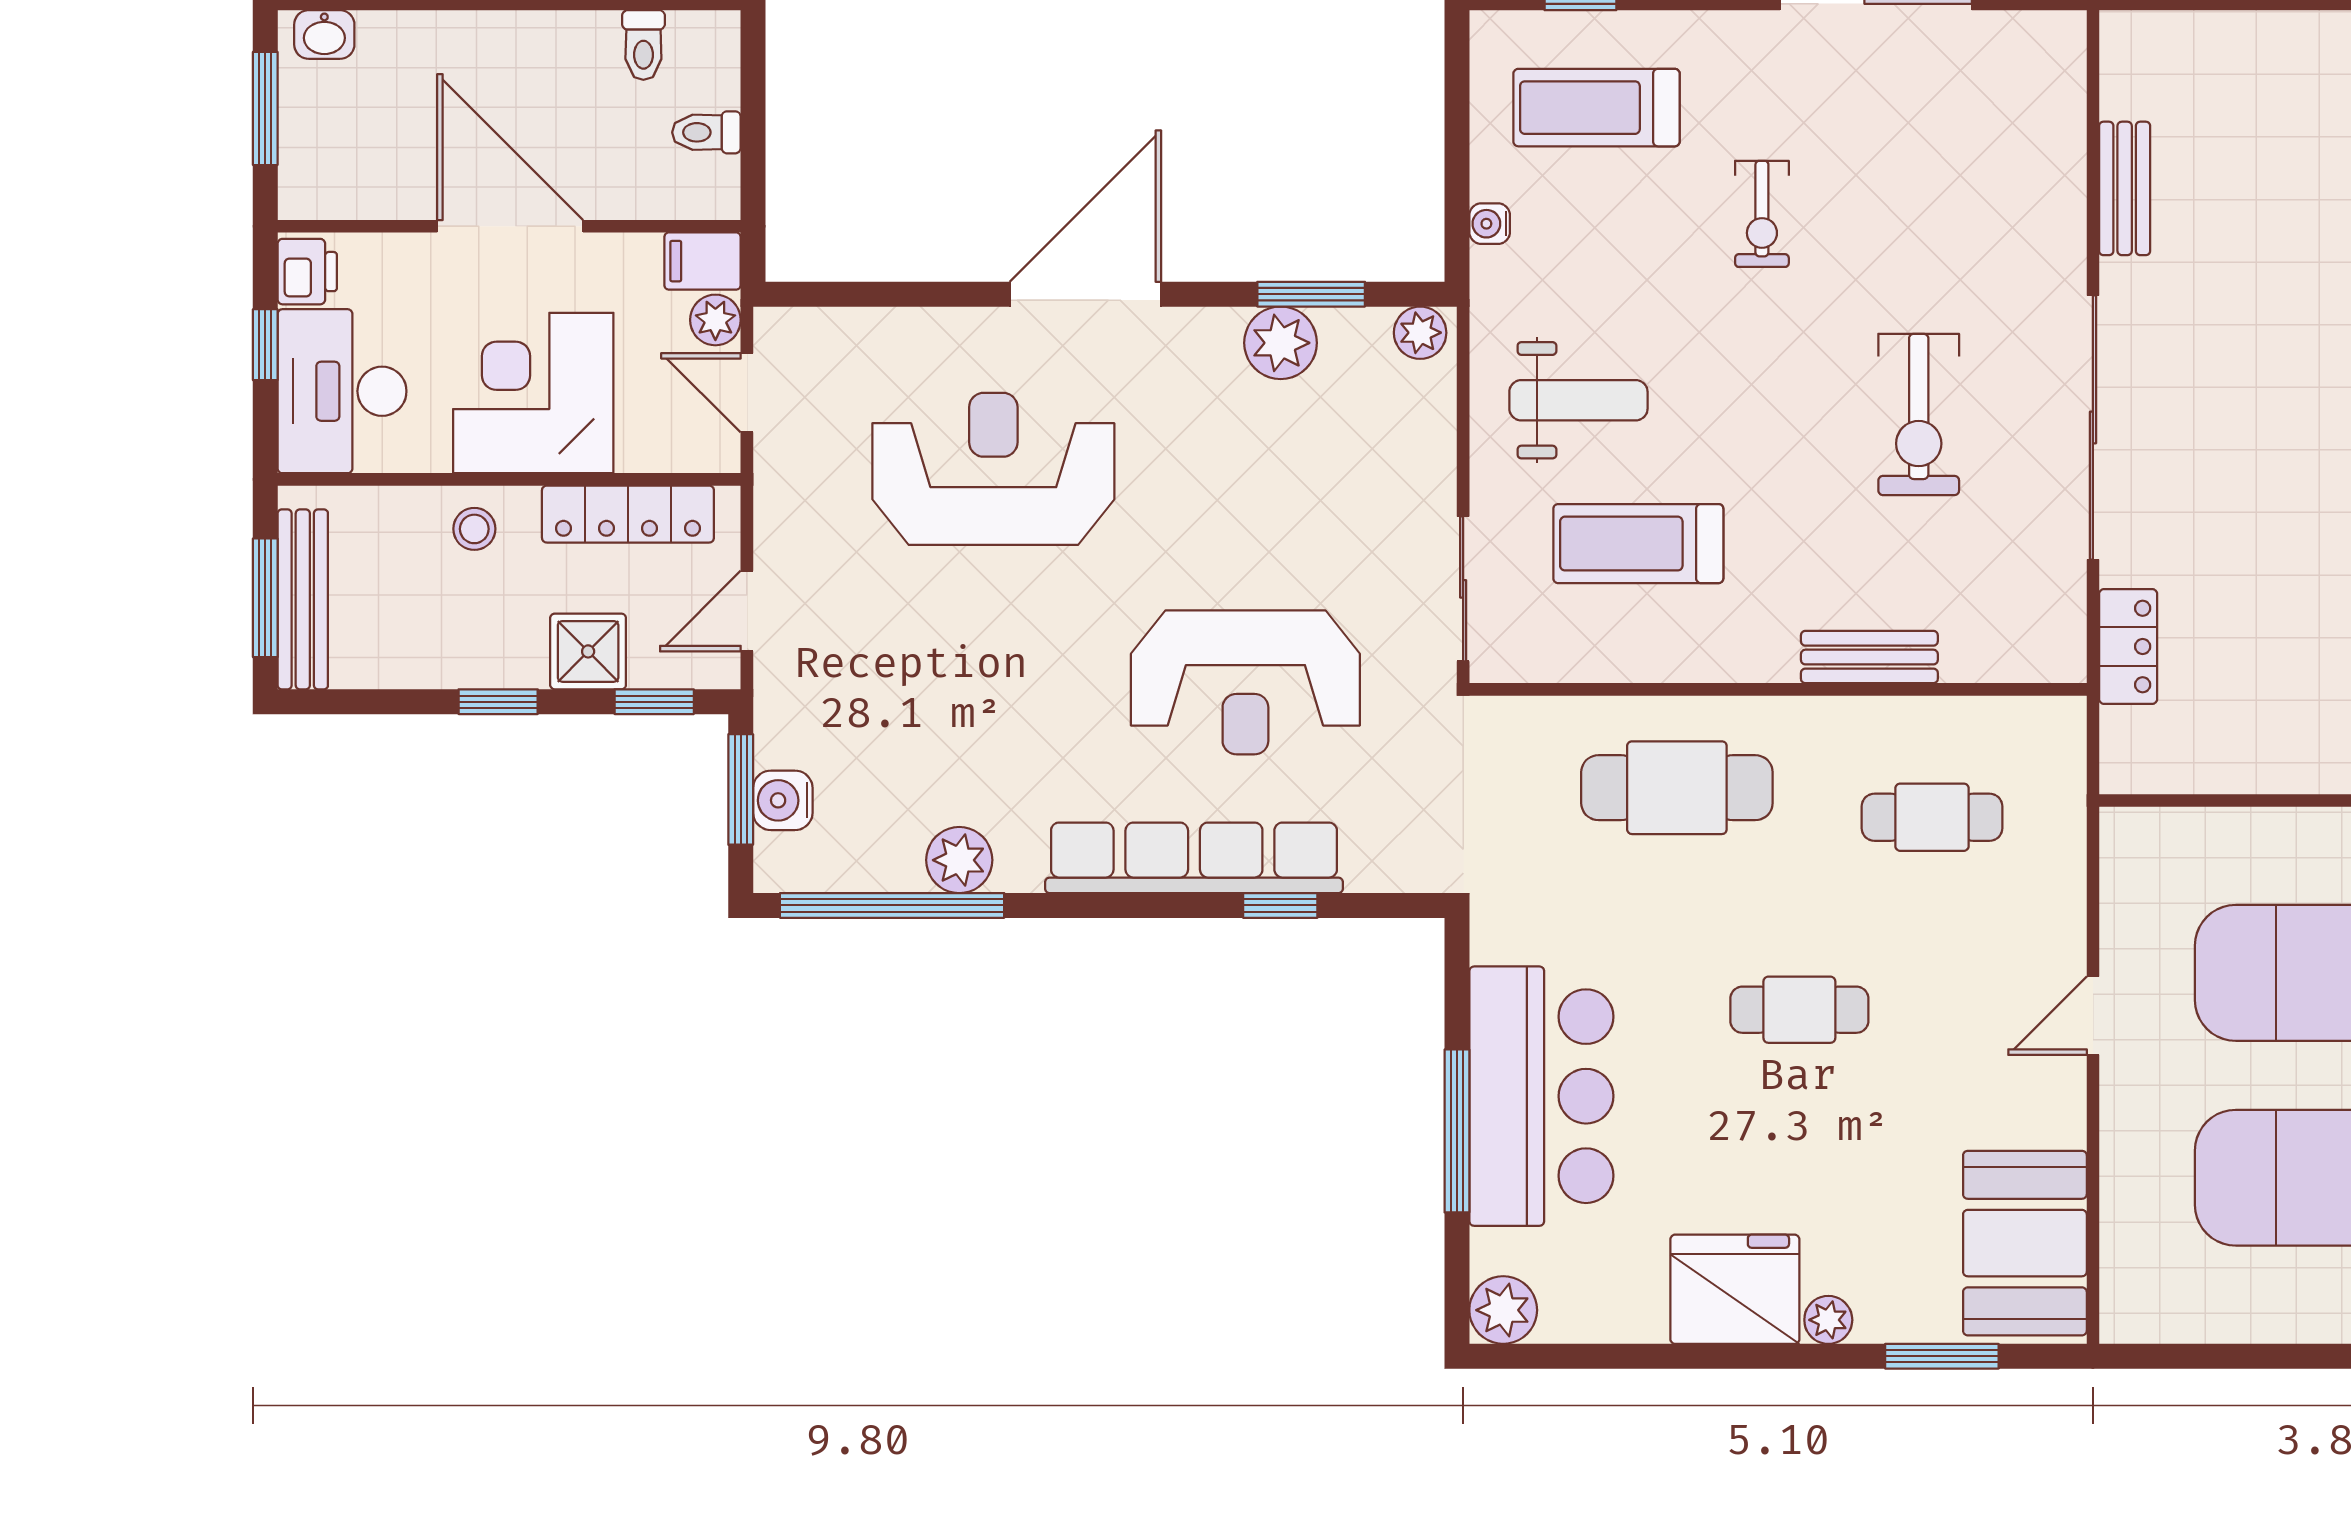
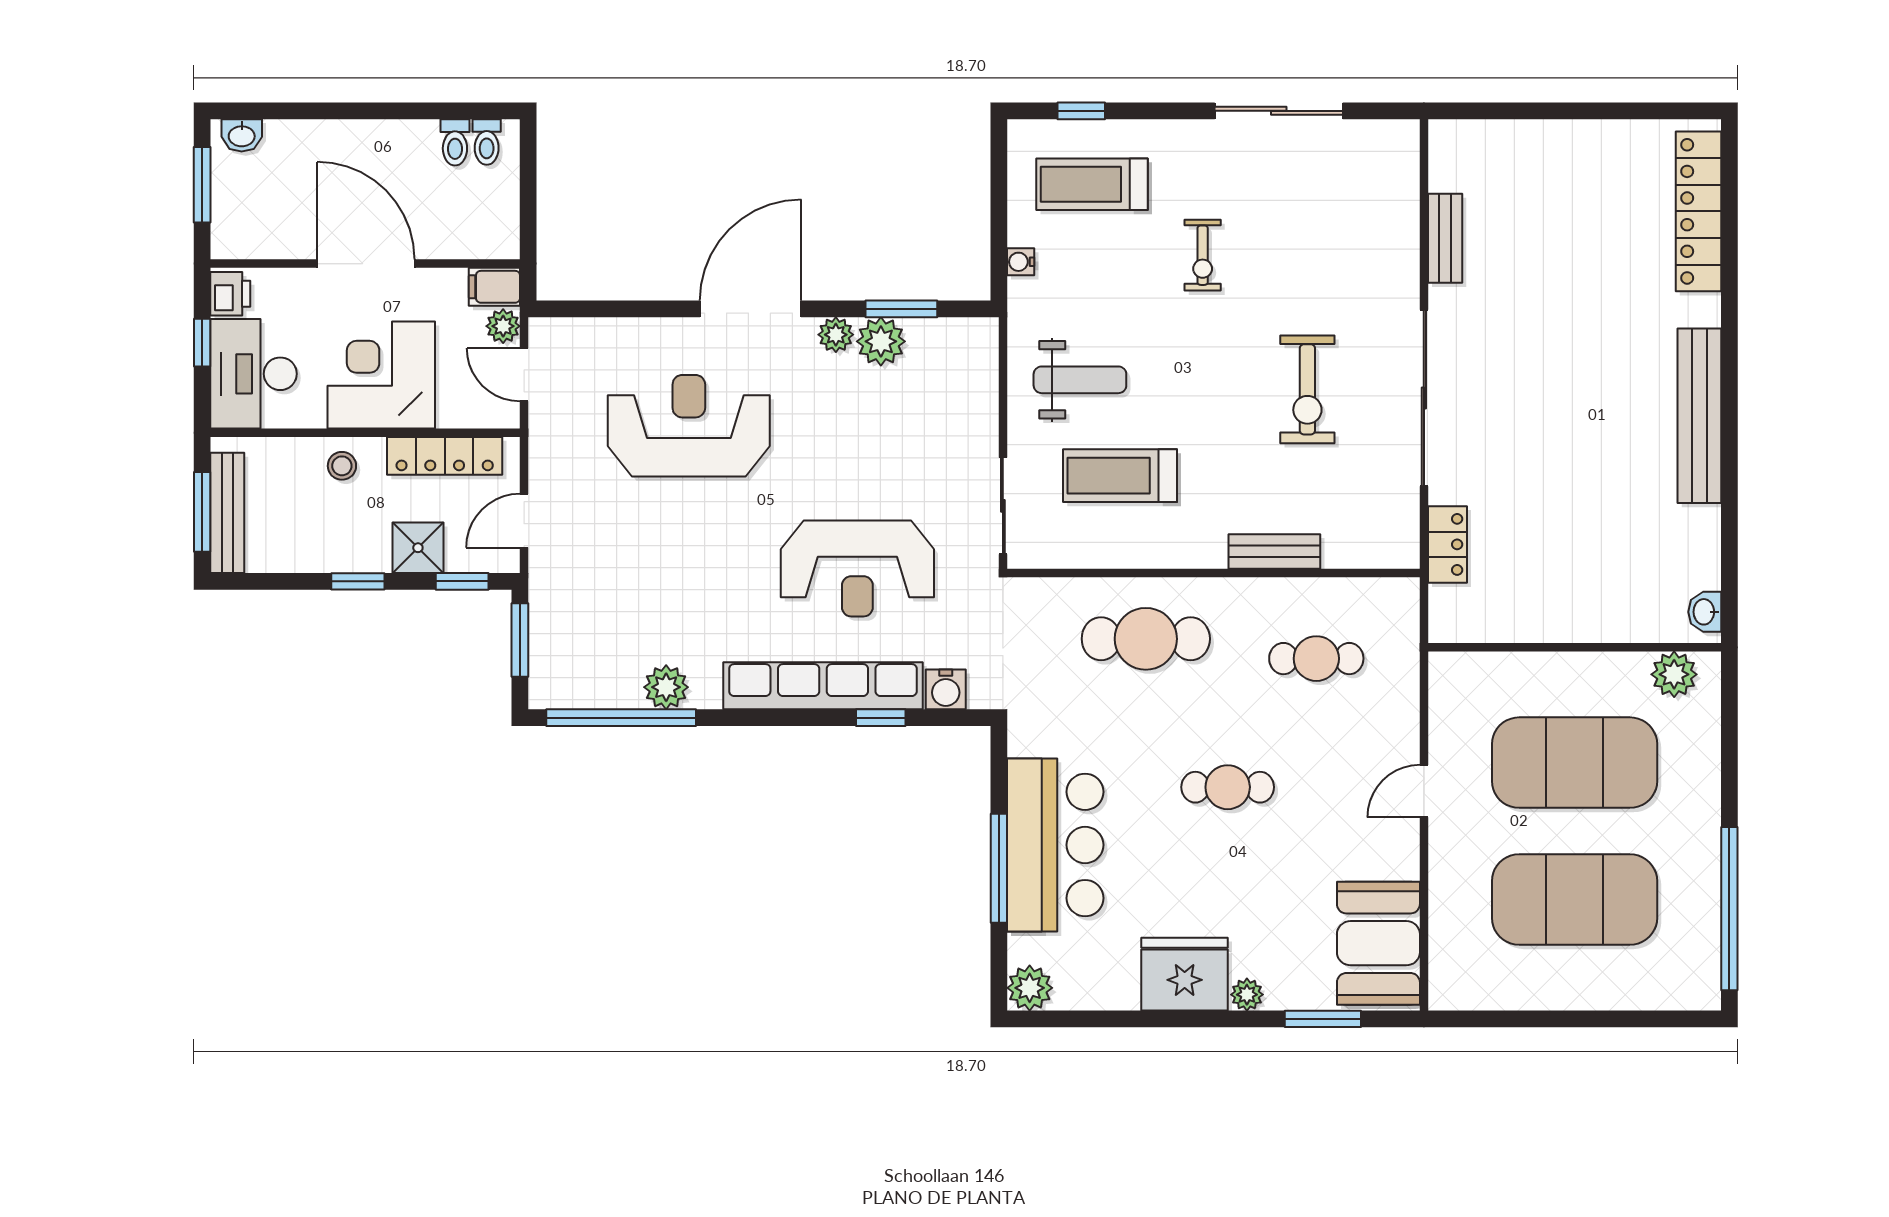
toilet: (706, 132) -> (487, 142), moved, turned -90
plant: (1420, 333) -> (836, 335), moved
water cooler: (783, 800) -> (946, 689), moved, turned -90

